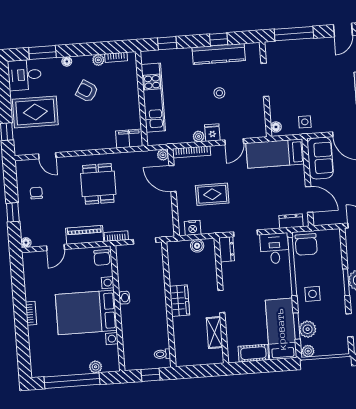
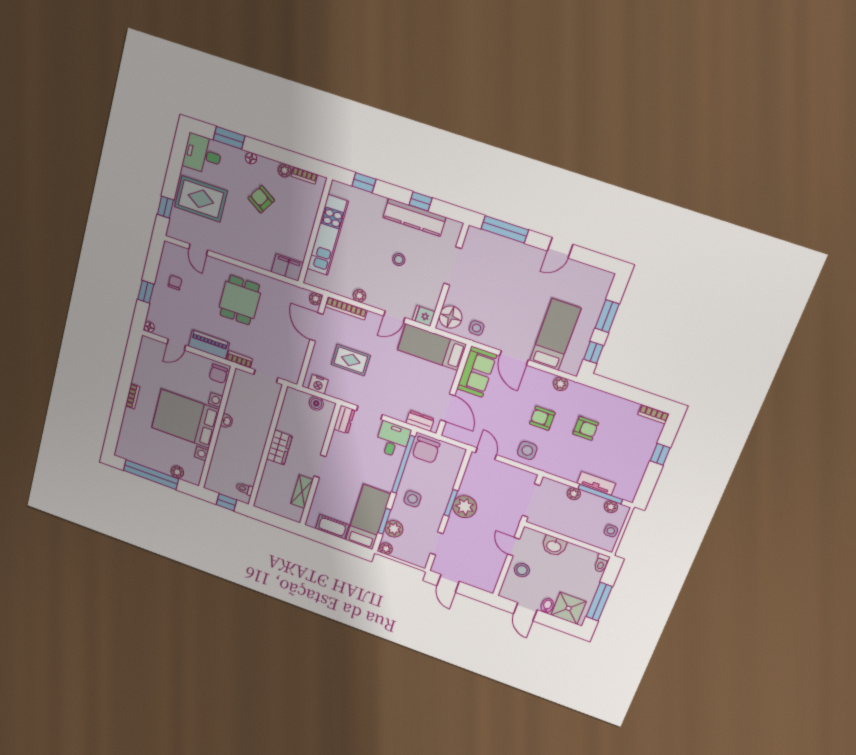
floor lamp: (276, 127) -> (451, 317), width x1.89, depth x1.89
fridge: (212, 133) -> (424, 316), moved, turned -90

